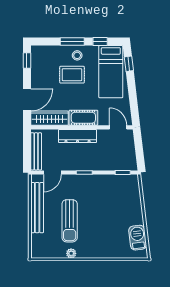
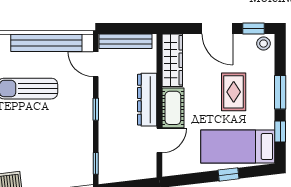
stool: (77, 55) -> (264, 44), moved
window: (129, 64) -> (228, 174), moved
door: (27, 100) -> (217, 29), moved
door: (118, 127) -> (159, 140), moved

